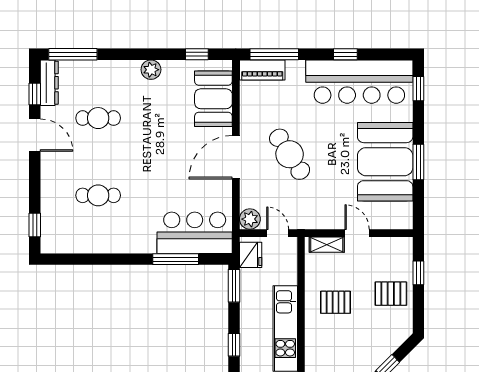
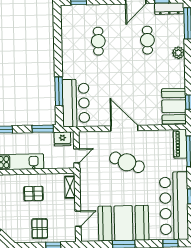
plant: (151, 70) -> (178, 53), moved
booth: (213, 99) -> (174, 106), moved, turned 90
cafe table: (290, 154) -> (127, 162), turned 55
plant: (250, 219) -> (85, 138), removed
door: (357, 233) -> (78, 219), moved
pallet: (336, 302) -> (33, 193), turned 90

